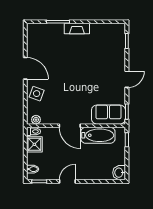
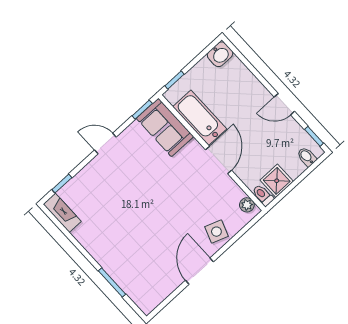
fireplace: (77, 29) -> (62, 213), moved

